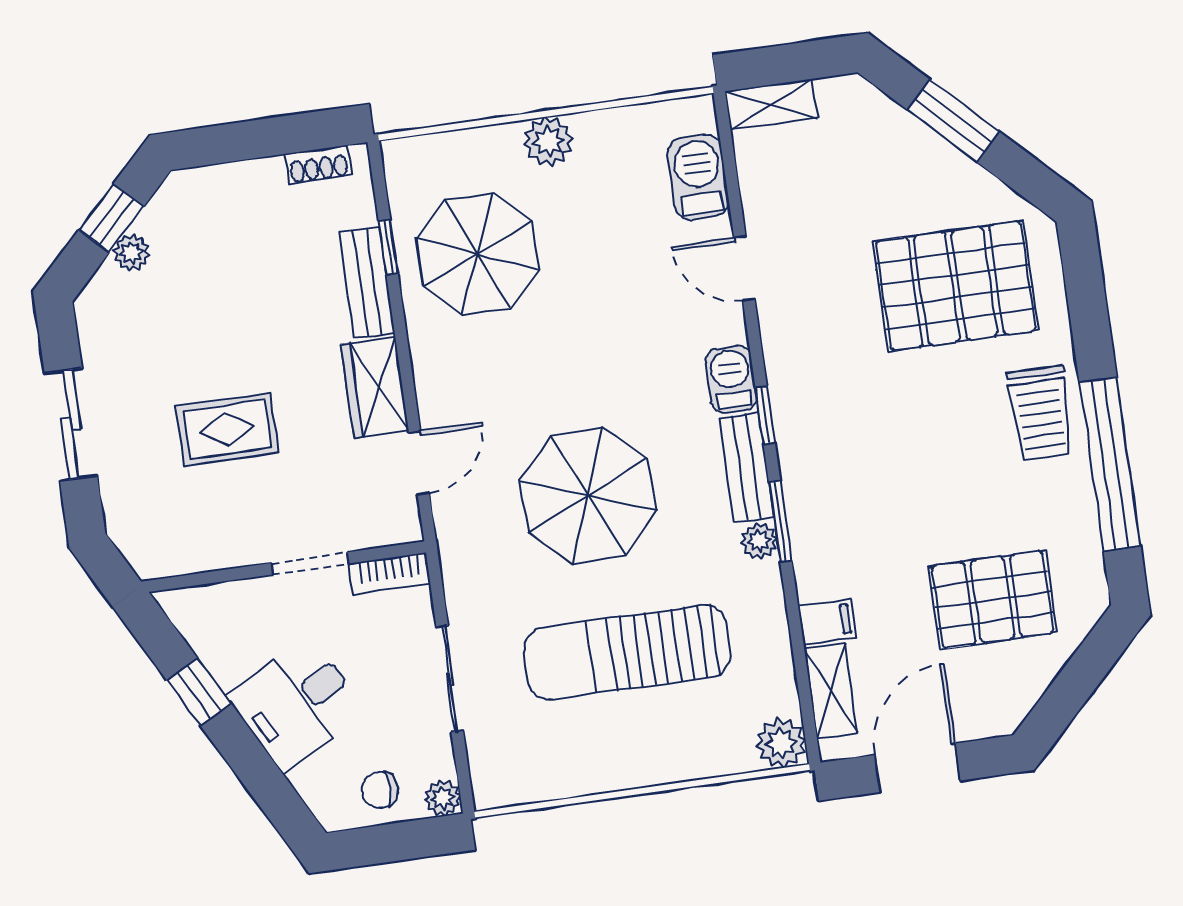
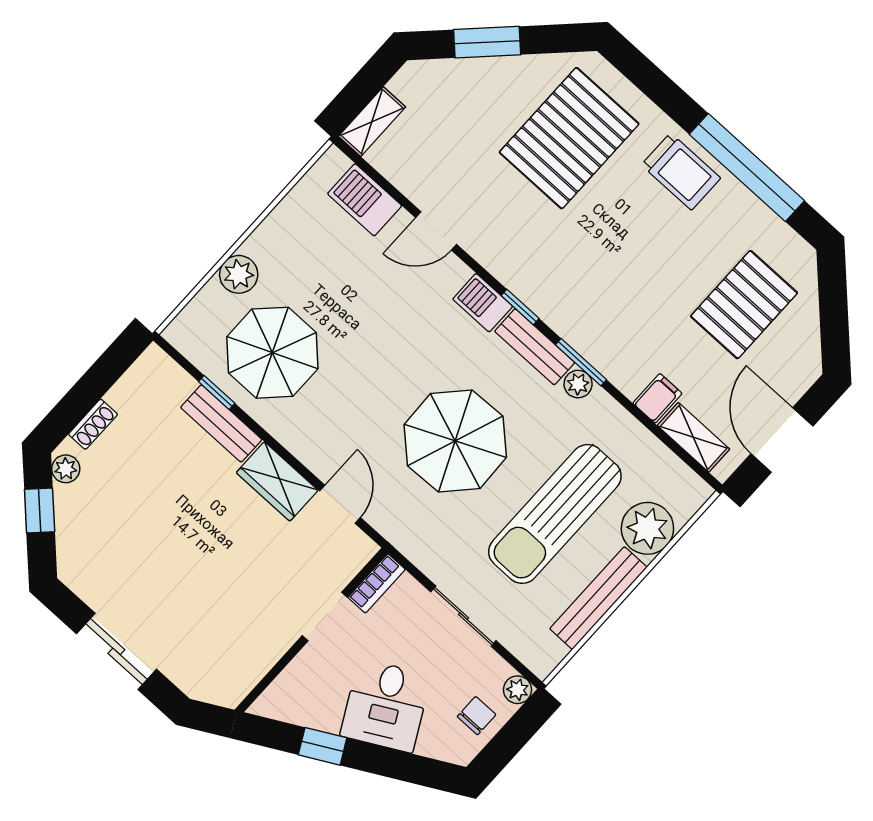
plant: (548, 141) -> (239, 274), moved
shoe rack: (318, 164) -> (93, 424), moved
plant: (131, 253) -> (66, 469), moved
rug: (227, 429) -> (211, 578), removed
plant: (781, 743) -> (647, 528), moved, width x1.36, depth x1.36
bench: (601, 773) -> (598, 598), added
chair: (380, 790) -> (477, 716), turned 180

